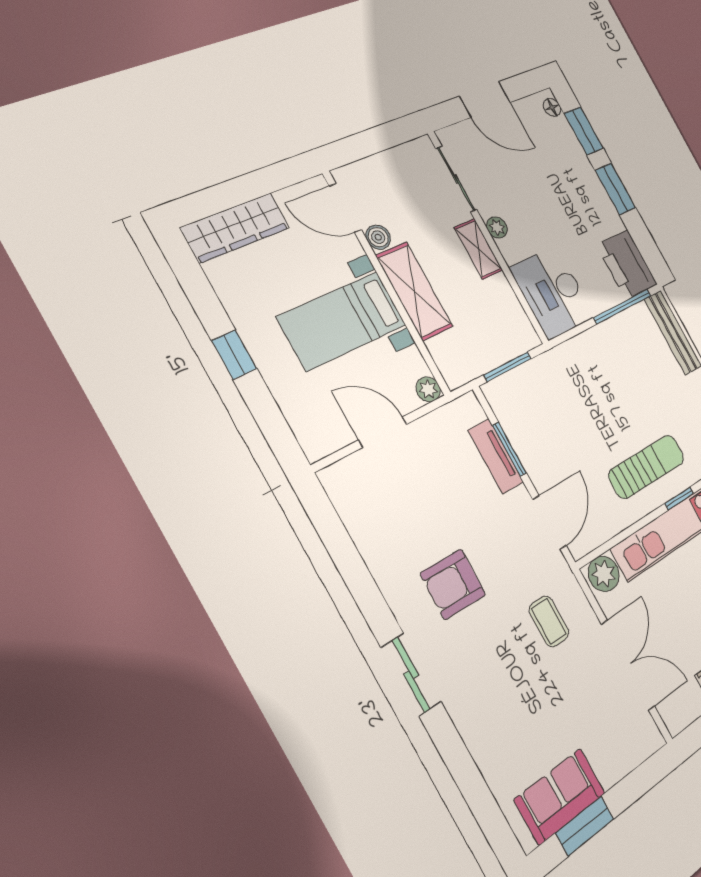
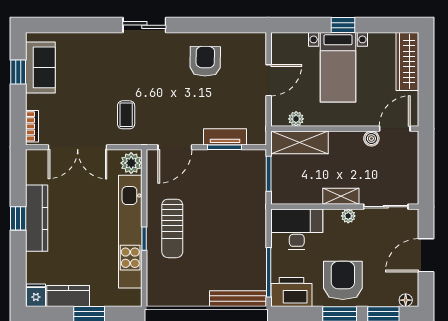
armchair: (576, 201) -> (343, 280), added
shelving: (414, 291) -> (299, 142), moved
bed with nightstands: (342, 321) -> (338, 67), moved, turned 180
plant: (428, 389) -> (296, 119), moved
door: (550, 522) -> (175, 147), hinge flipped
armchair: (453, 584) -> (205, 61), moved
coffee table: (549, 621) -> (126, 115), turned 90
bookcase: (640, 751) -> (32, 126), added
window: (585, 826) -> (18, 72), width x0.67

